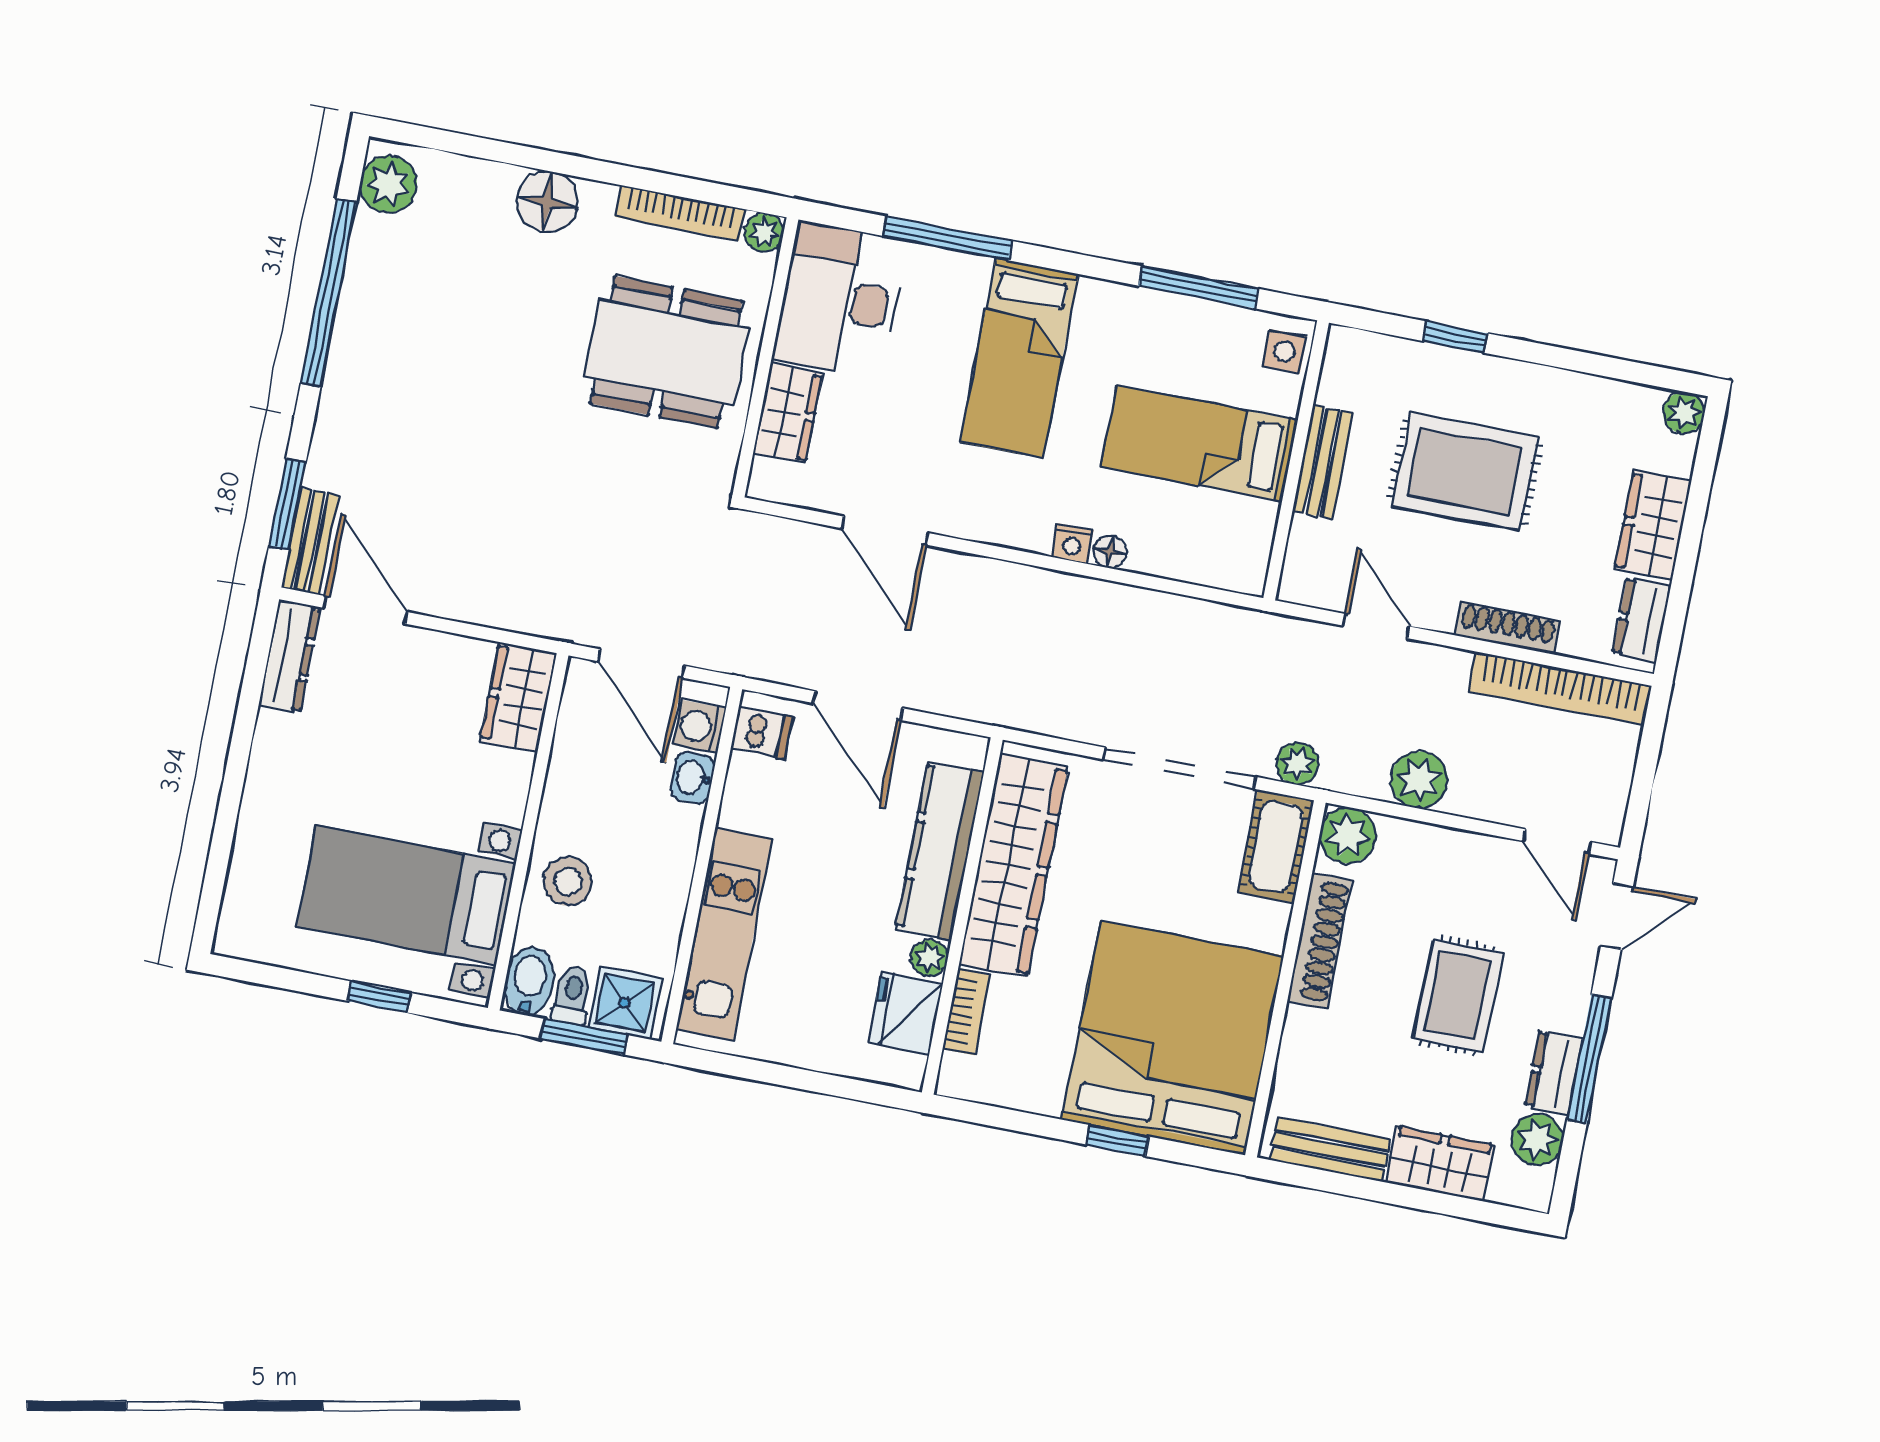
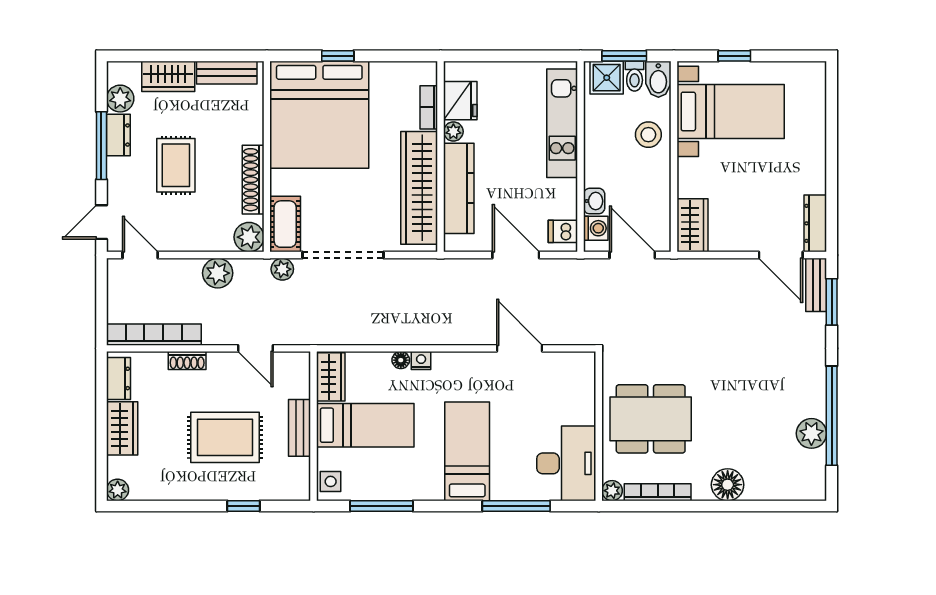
plant: (389, 184) -> (811, 433), moved
wardrobe: (788, 413) -> (331, 377), moved, turned 180
shoe rack: (1508, 628) -> (187, 361), width x0.70

